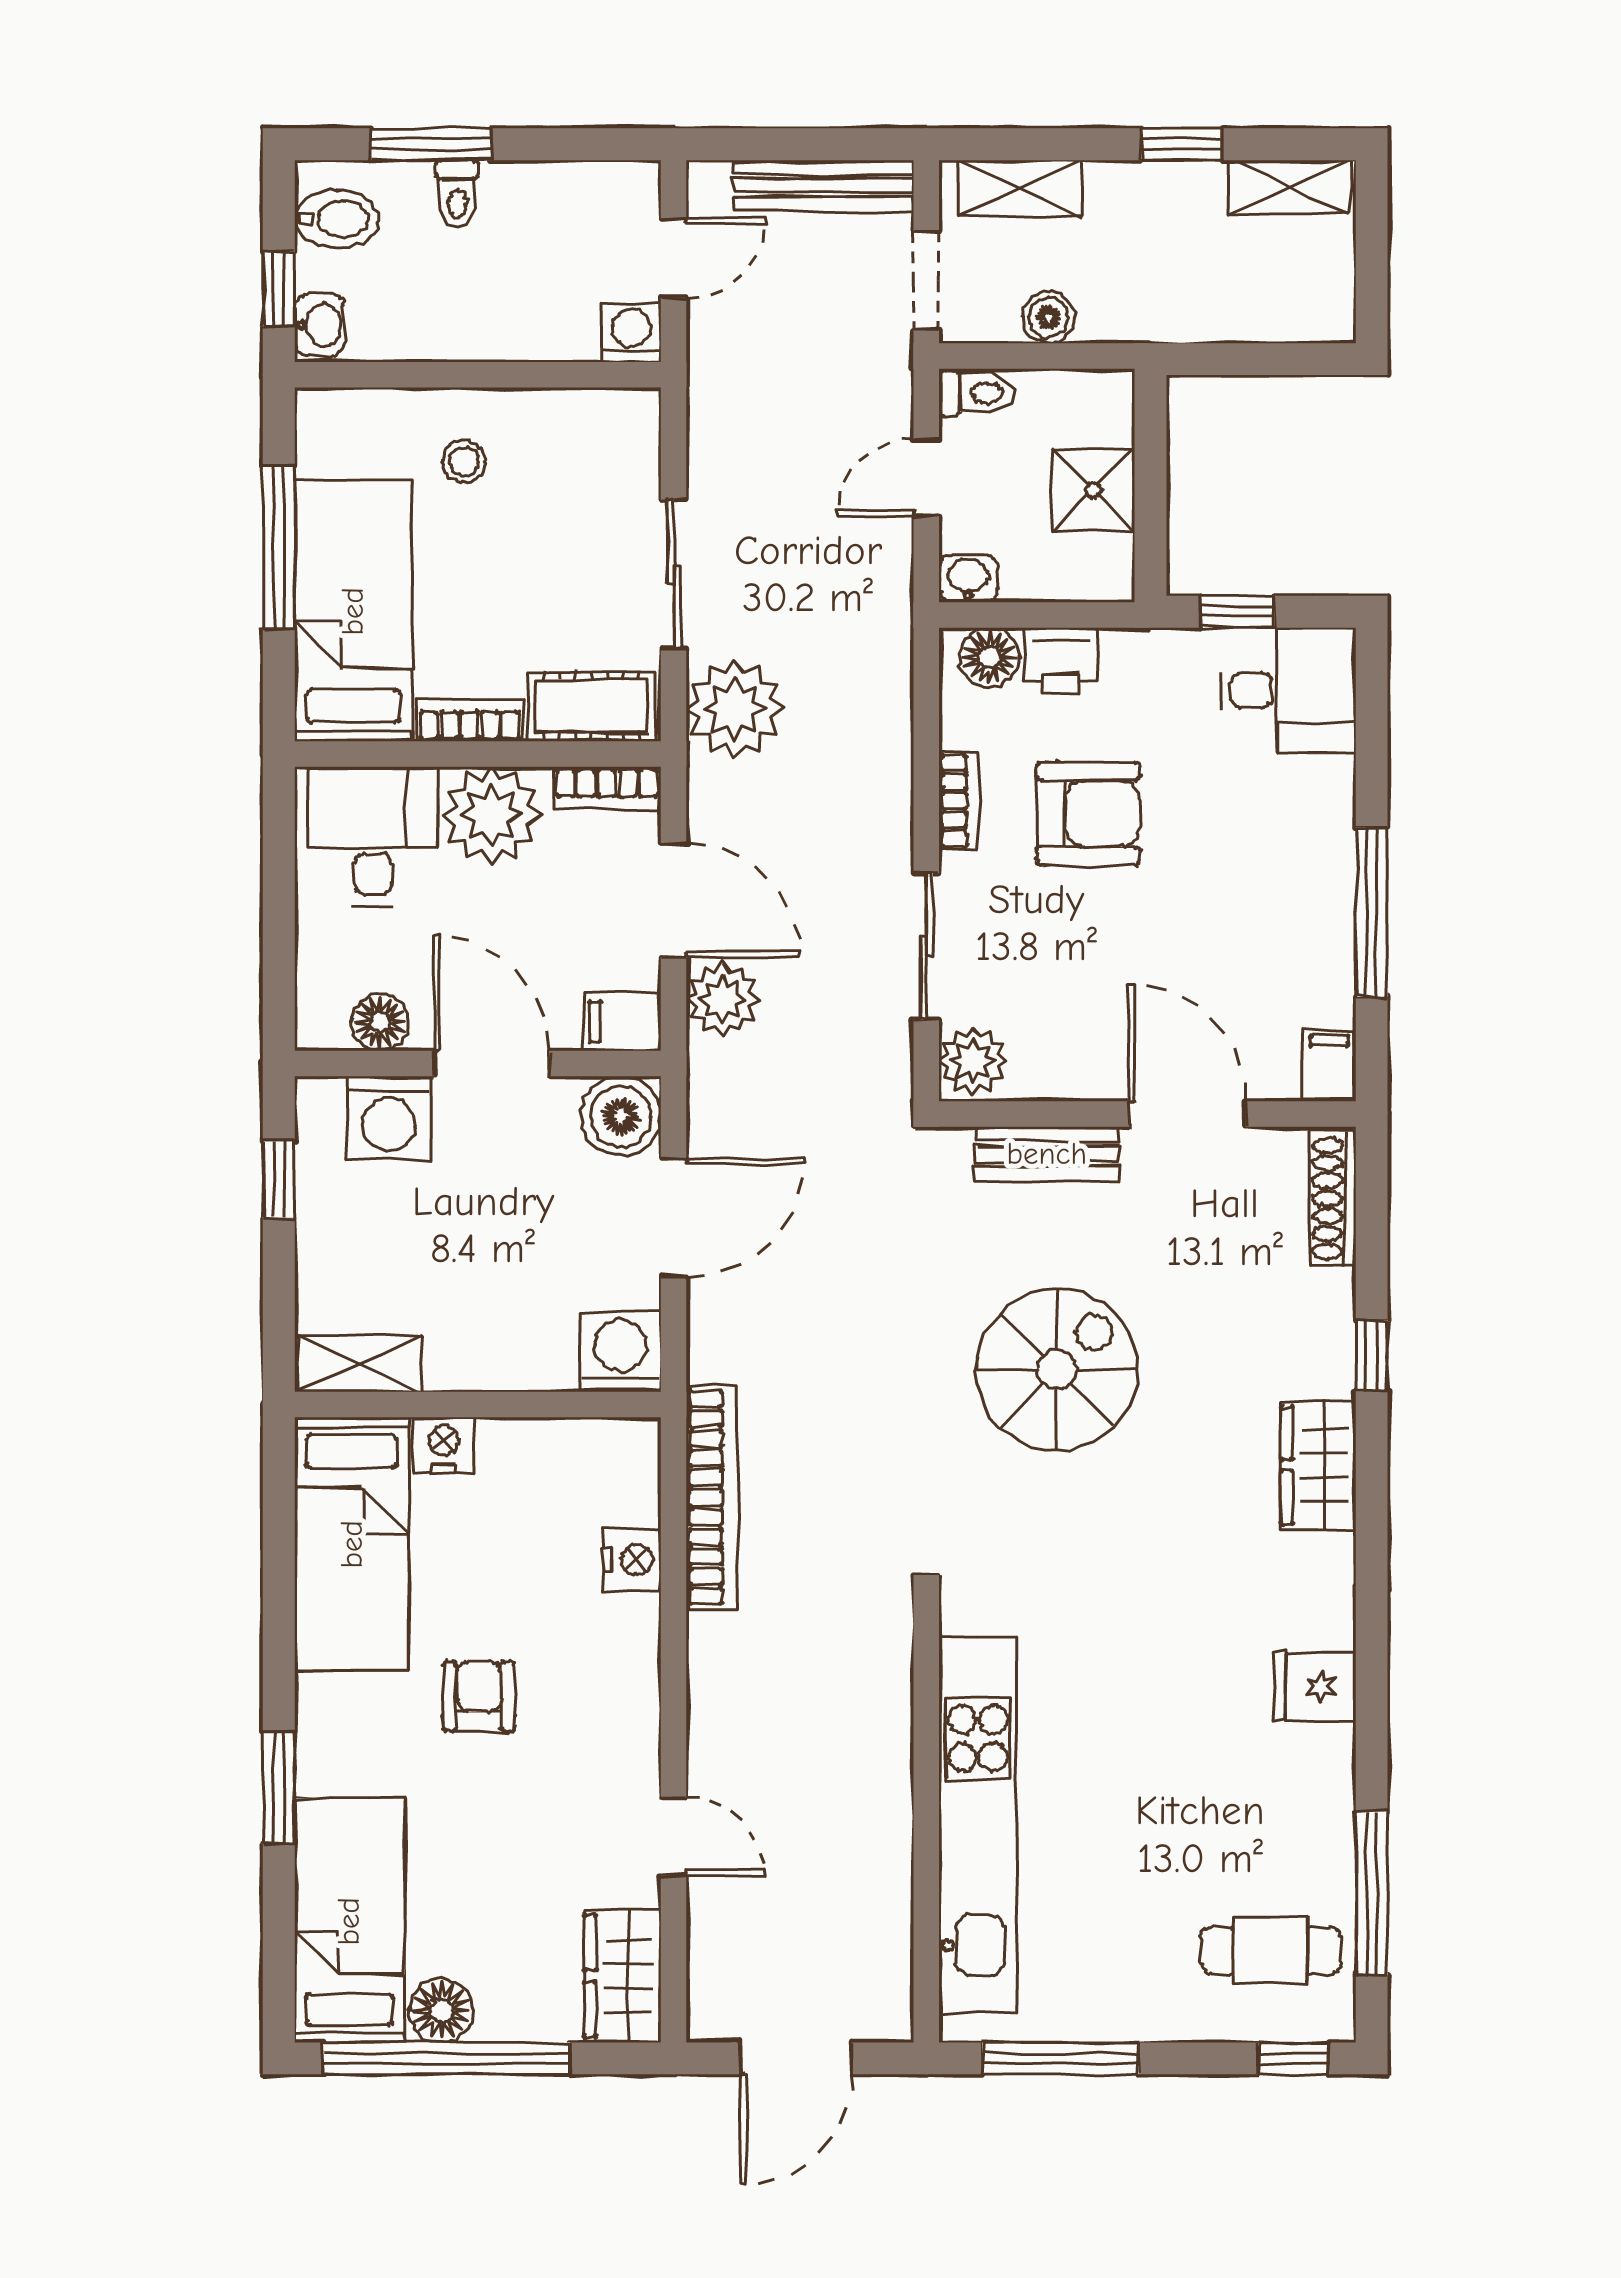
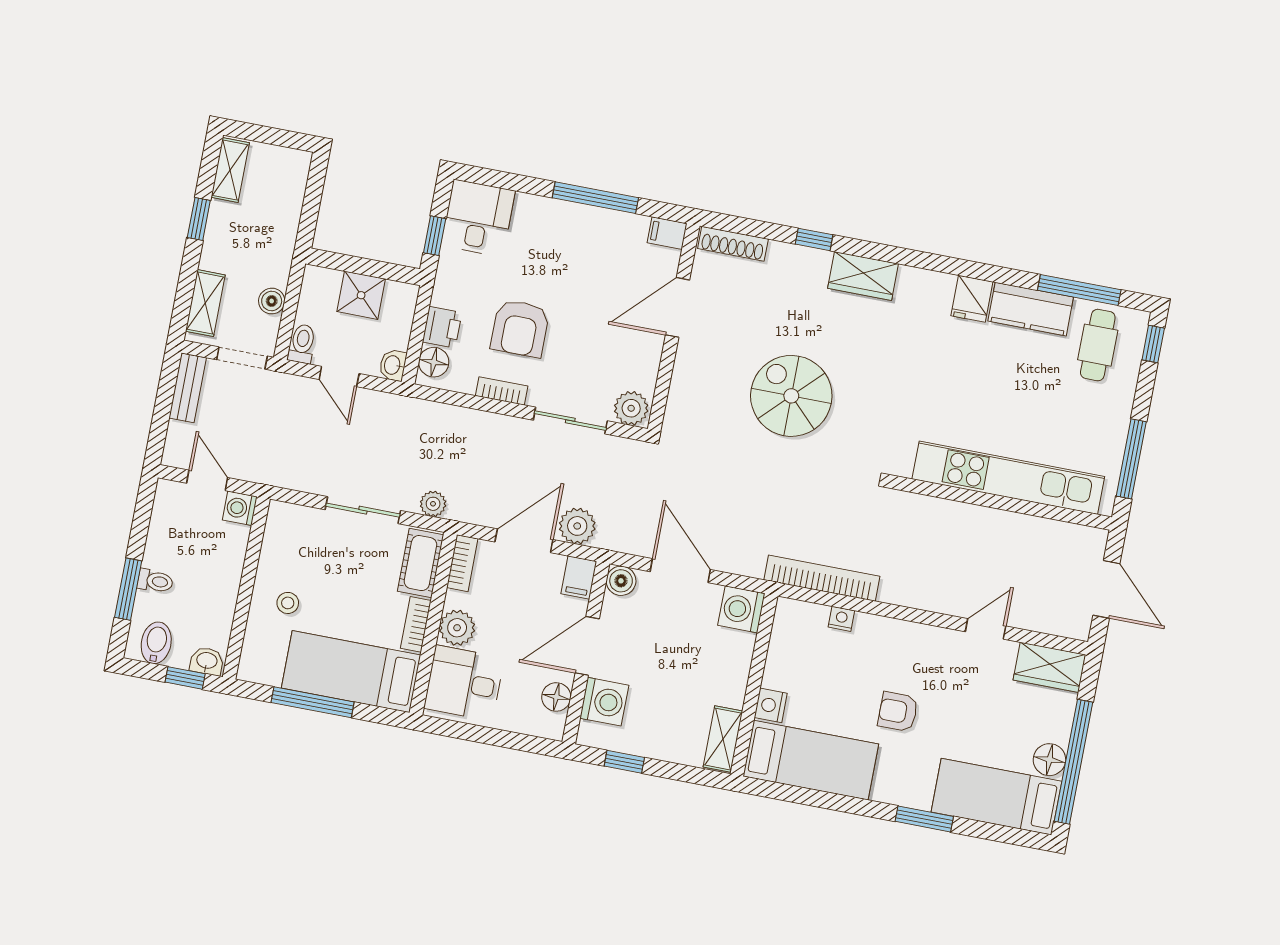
bench: (823, 185) -> (188, 388), width x0.73
plant: (735, 709) -> (433, 504), width x0.53, depth x0.53
armchair: (1088, 814) -> (520, 328), turned 180
plant: (491, 815) -> (457, 628), width x0.73, depth x0.73
boiler: (621, 1116) -> (621, 581), width x0.73, depth x0.73
bench: (1047, 1154) -> (684, 381), removed
nightstand: (632, 1560) -> (841, 619), width x0.72, depth x0.74
kitchen counter: (1316, 1806) -> (1031, 309), added

